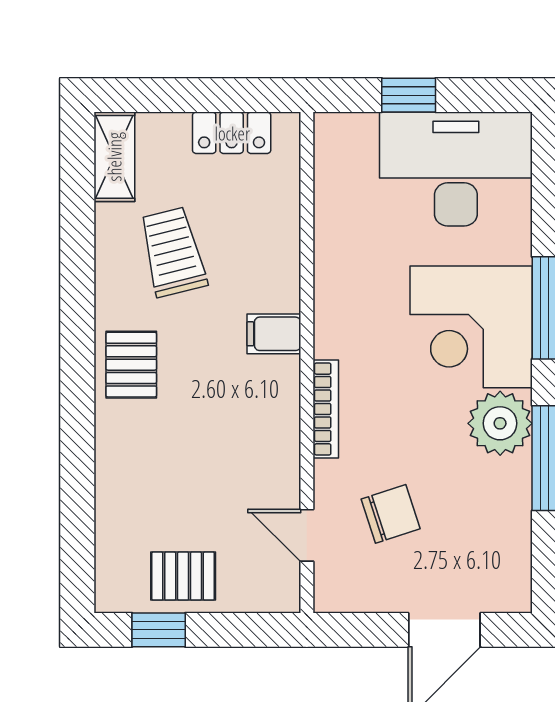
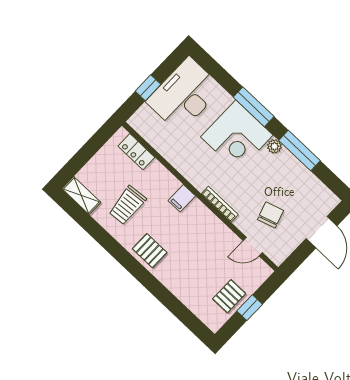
locker: (232, 133) -> (136, 152), moved, turned 90
trolley: (173, 252) -> (127, 205), turned -81
plant: (500, 423) -> (274, 146), width x0.53, depth x0.53
window: (159, 630) -> (250, 308), moved

